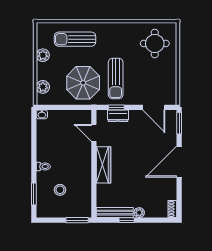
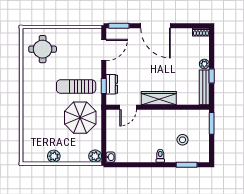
sun lounger: (75, 39) -> (38, 125), removed
sun lounger: (116, 78) -> (76, 87), turned 180
plant: (43, 87) -> (95, 156), moved

